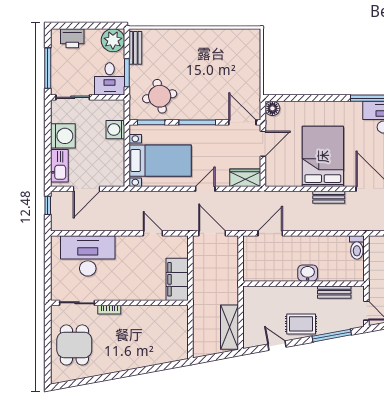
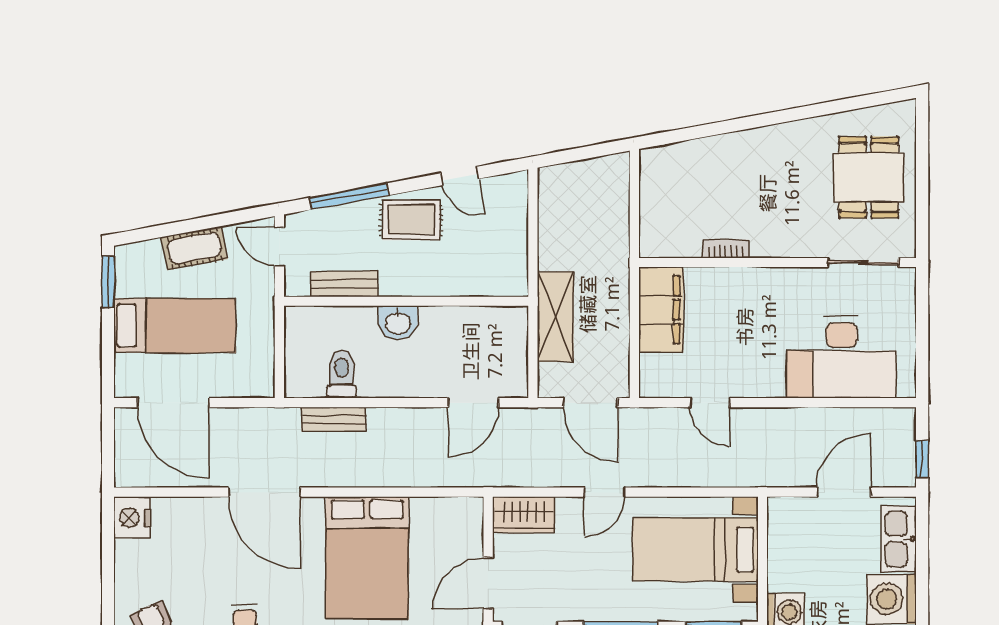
bench: (329, 197) -> (333, 419), moved
toilet: (357, 247) -> (342, 374), moved
bookcase: (109, 310) -> (726, 249), moved
shelving: (230, 327) -> (555, 317), moved

